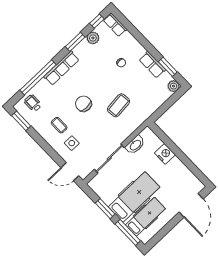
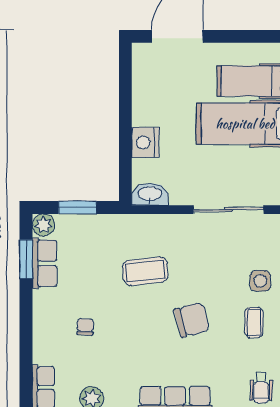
row of seats: (152, 65) -> (45, 263), moved
chair: (83, 104) -> (192, 320), turned -105
window: (167, 105) -> (77, 208), added
washbasin: (135, 145) -> (150, 194), moved

